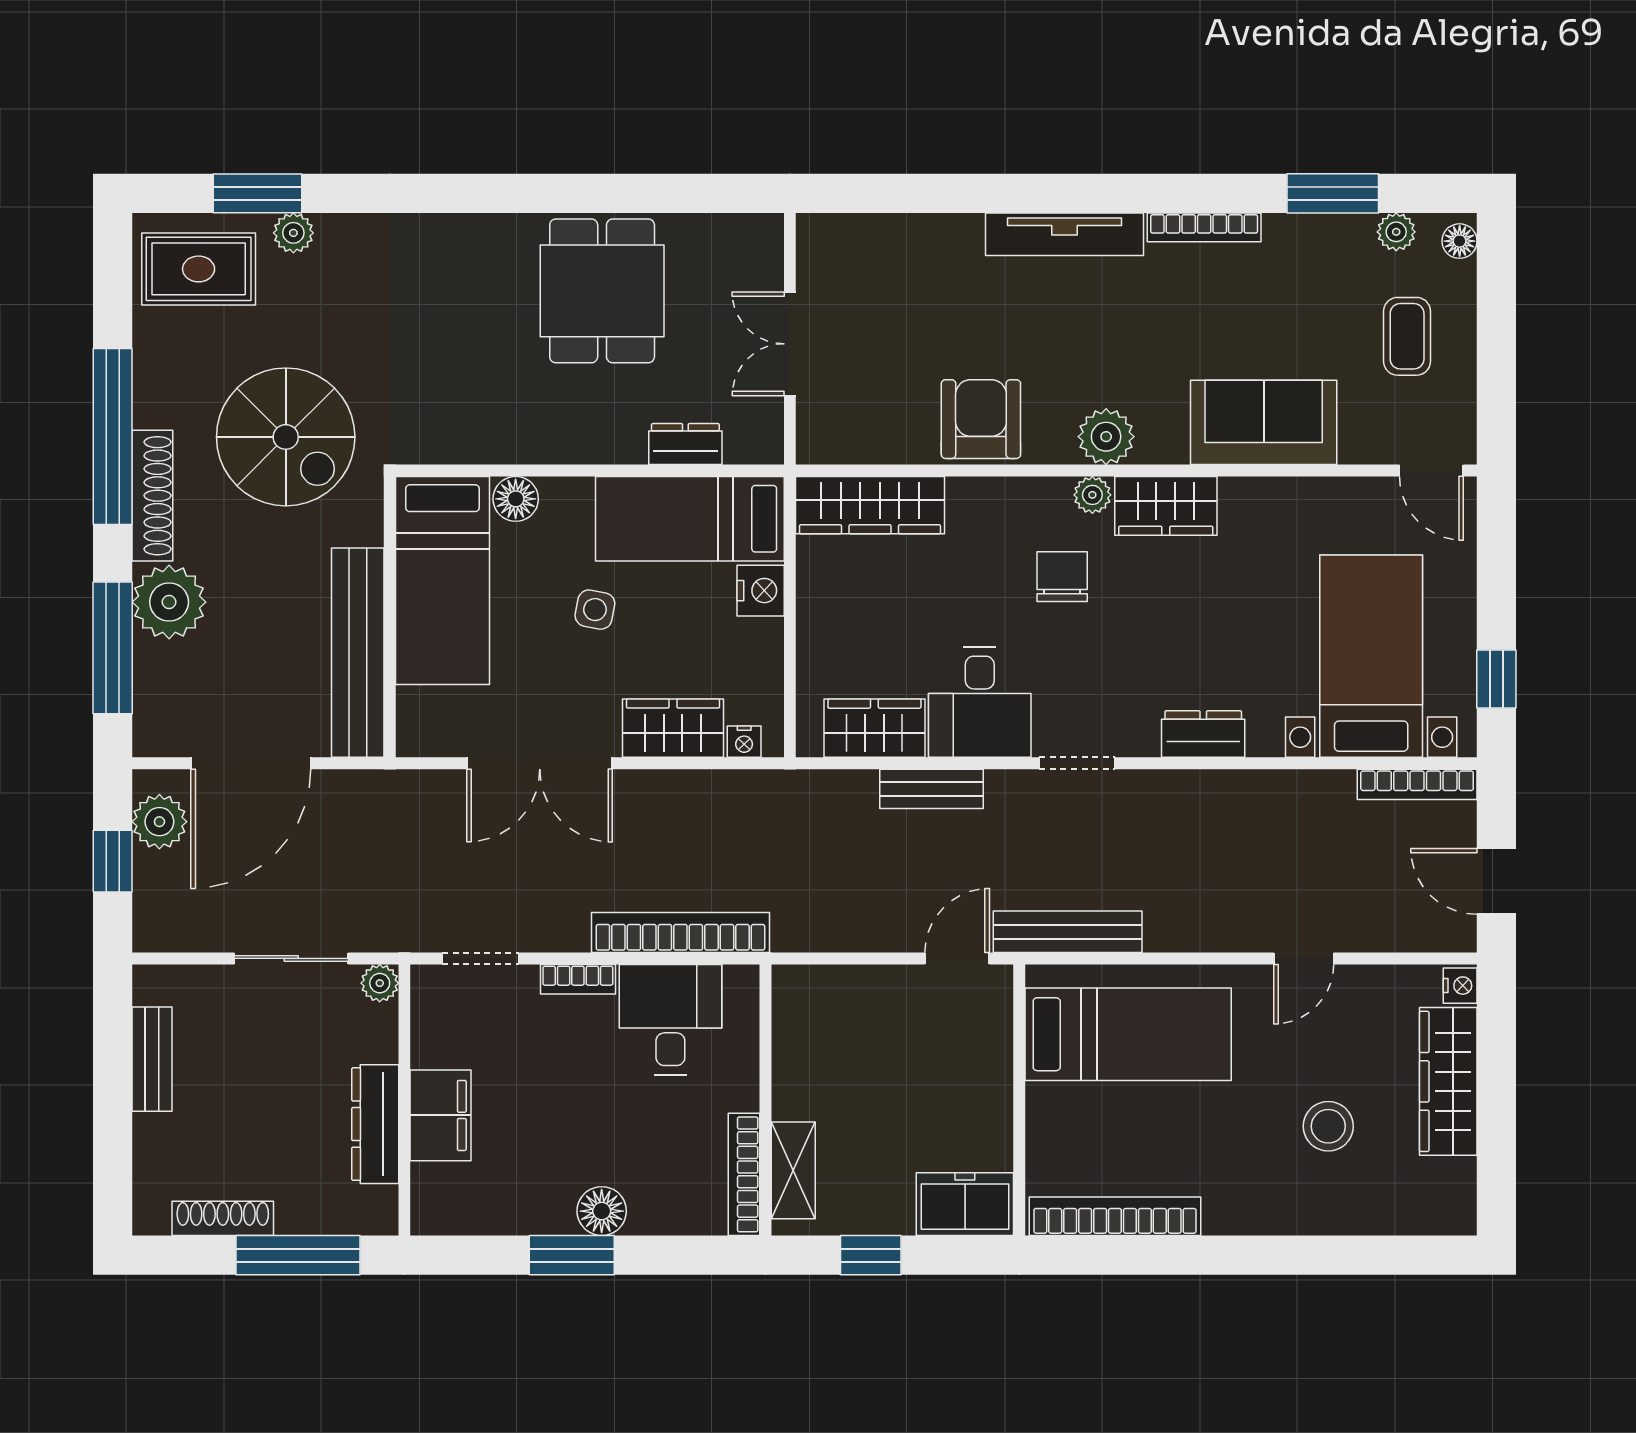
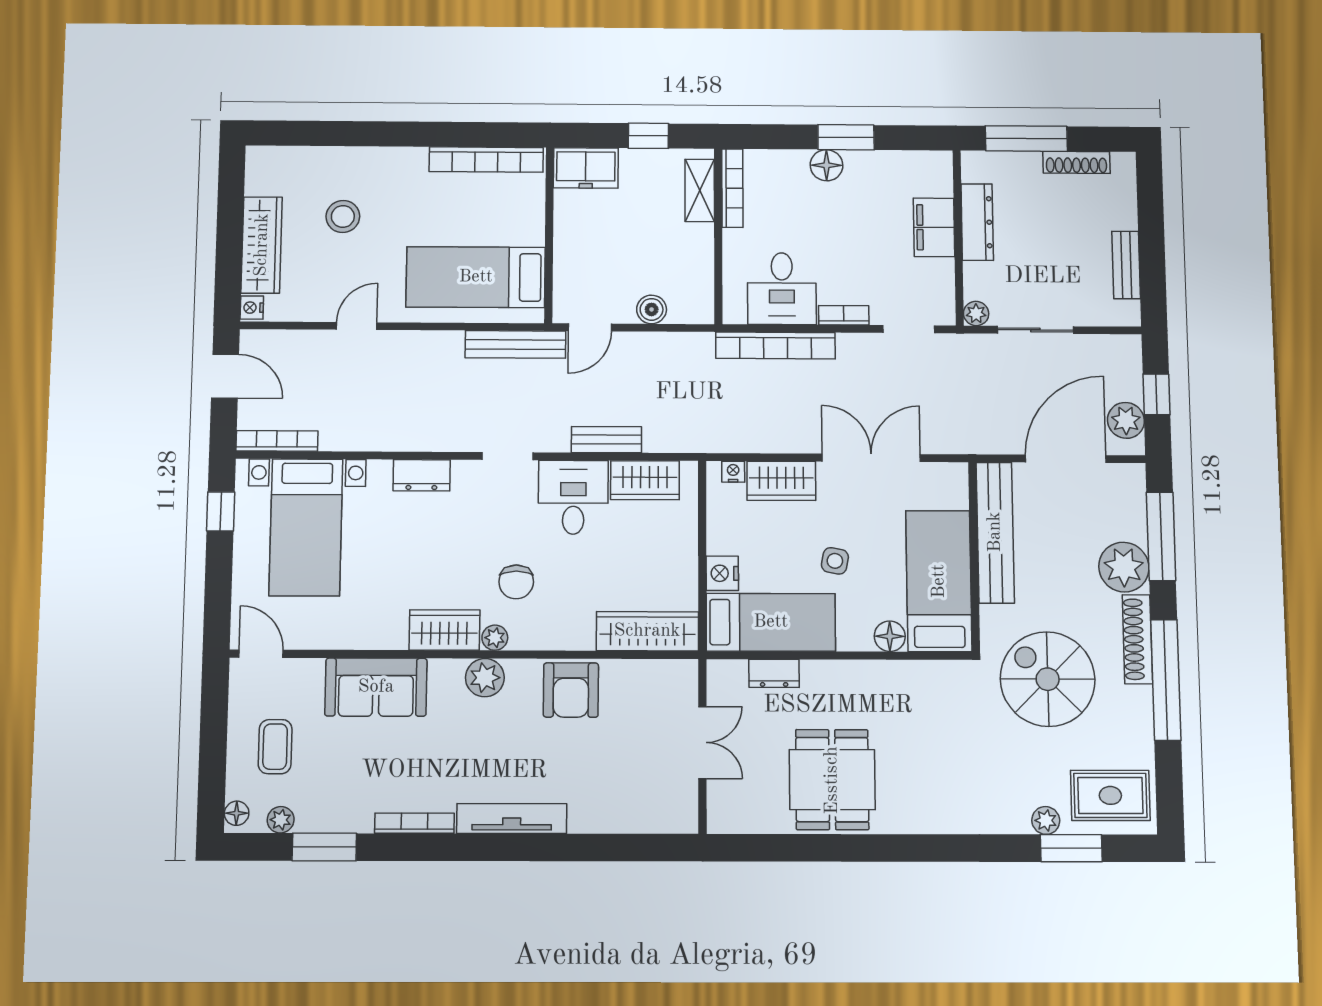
boiler: (865, 986) -> (652, 309), added

